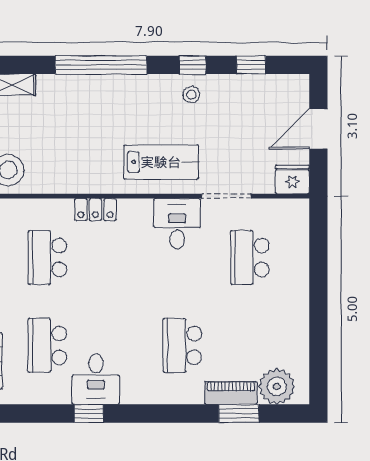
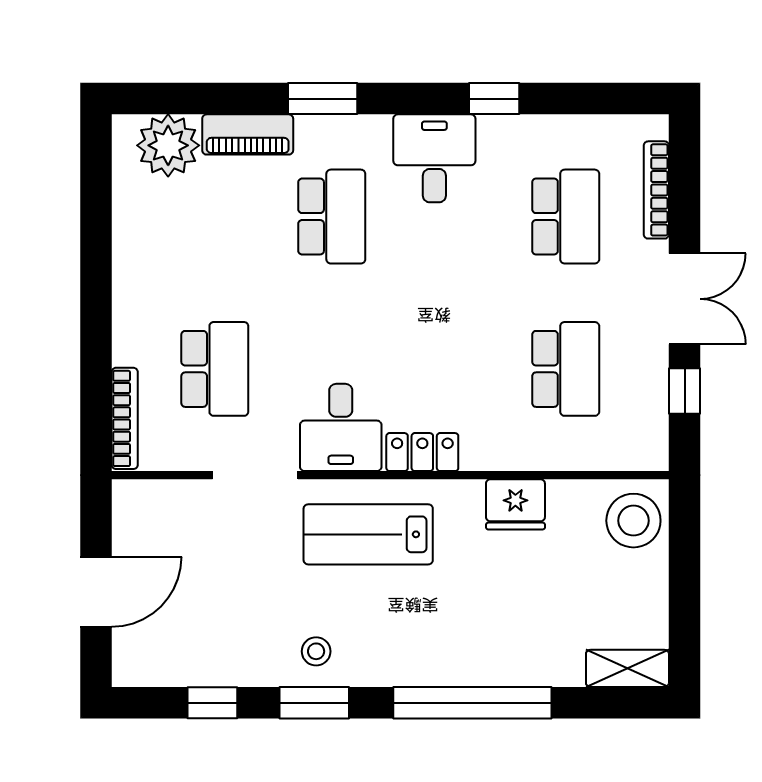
window: (192, 65) -> (314, 703), width x1.50
fridge: (292, 179) -> (515, 504), moved
locker: (95, 210) -> (422, 452), moved
bookcase: (302, 229) -> (125, 418), added
desk: (96, 379) -> (434, 158), moved
window: (239, 414) -> (323, 99), moved

